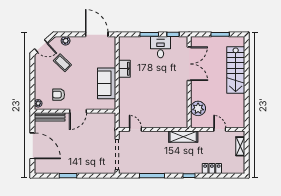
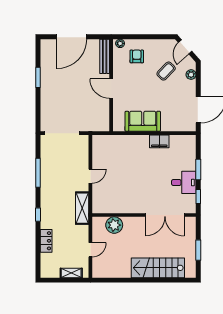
armchair: (59, 95) -> (137, 56), moved
door: (135, 129) -> (90, 176), moved

